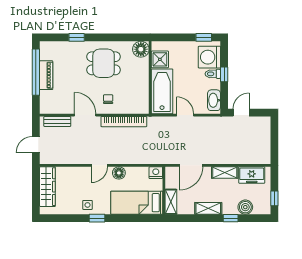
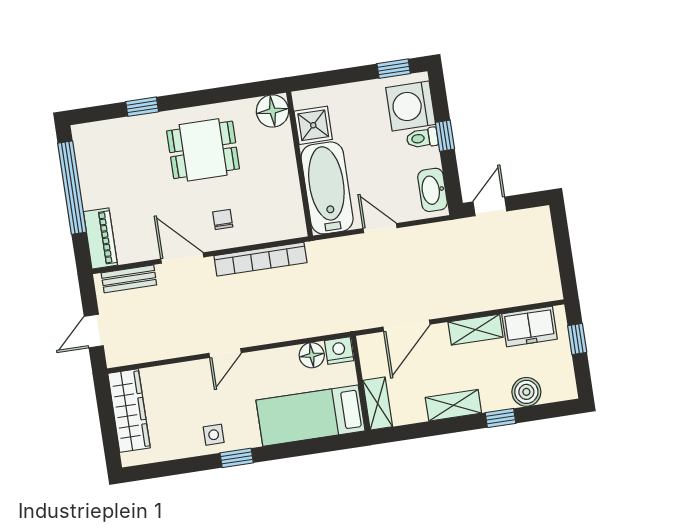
piano: (46, 75) -> (100, 238), moved
floor lamp: (119, 173) -> (312, 355), moved
window: (274, 198) -> (577, 339), moved

